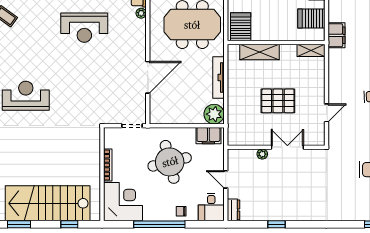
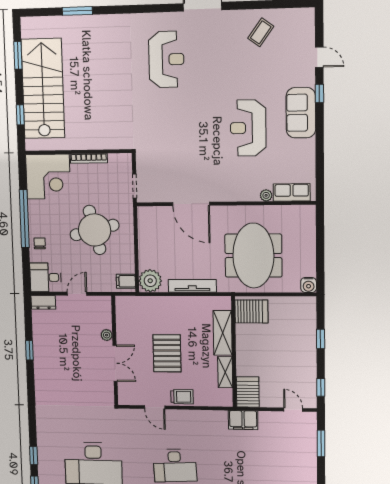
server rack: (311, 18) -> (248, 392), moved
shelving: (311, 50) -> (225, 372), moved
trolley: (317, 89) -> (182, 397), added
filing cabinet: (208, 136) -> (126, 281), width x0.50

